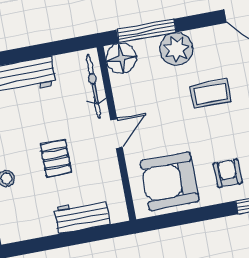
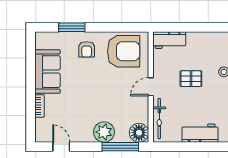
coffee table: (211, 94) -> (88, 100), removed
pallet: (56, 158) -> (191, 79), turned 90
workbench: (82, 216) -> (169, 40), moved

